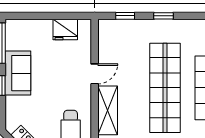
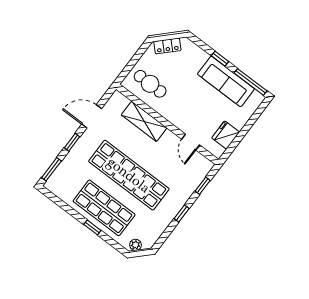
sofa: (18, 73) -> (226, 81), width x1.36
door: (95, 74) -> (191, 142), moved

